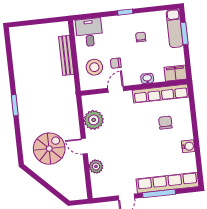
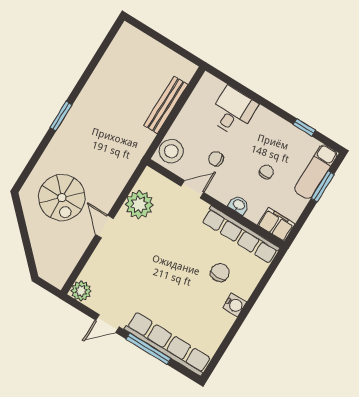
window: (125, 12) -> (304, 127), moved
desk: (89, 32) -> (233, 111), moved
chair: (141, 37) -> (266, 172), moved
stool: (94, 67) -> (171, 151), moved
water cooler: (188, 146) -> (235, 305), moved
spiral stairs: (49, 149) -> (62, 198), turned 90
plant: (96, 166) -> (81, 291), moved

